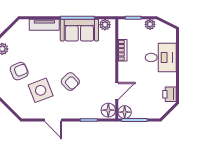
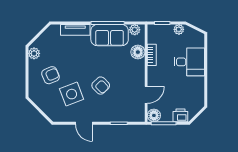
printer: (169, 94) -> (180, 115), moved, turned 90
floor lamp: (108, 110) -> (138, 52), moved

